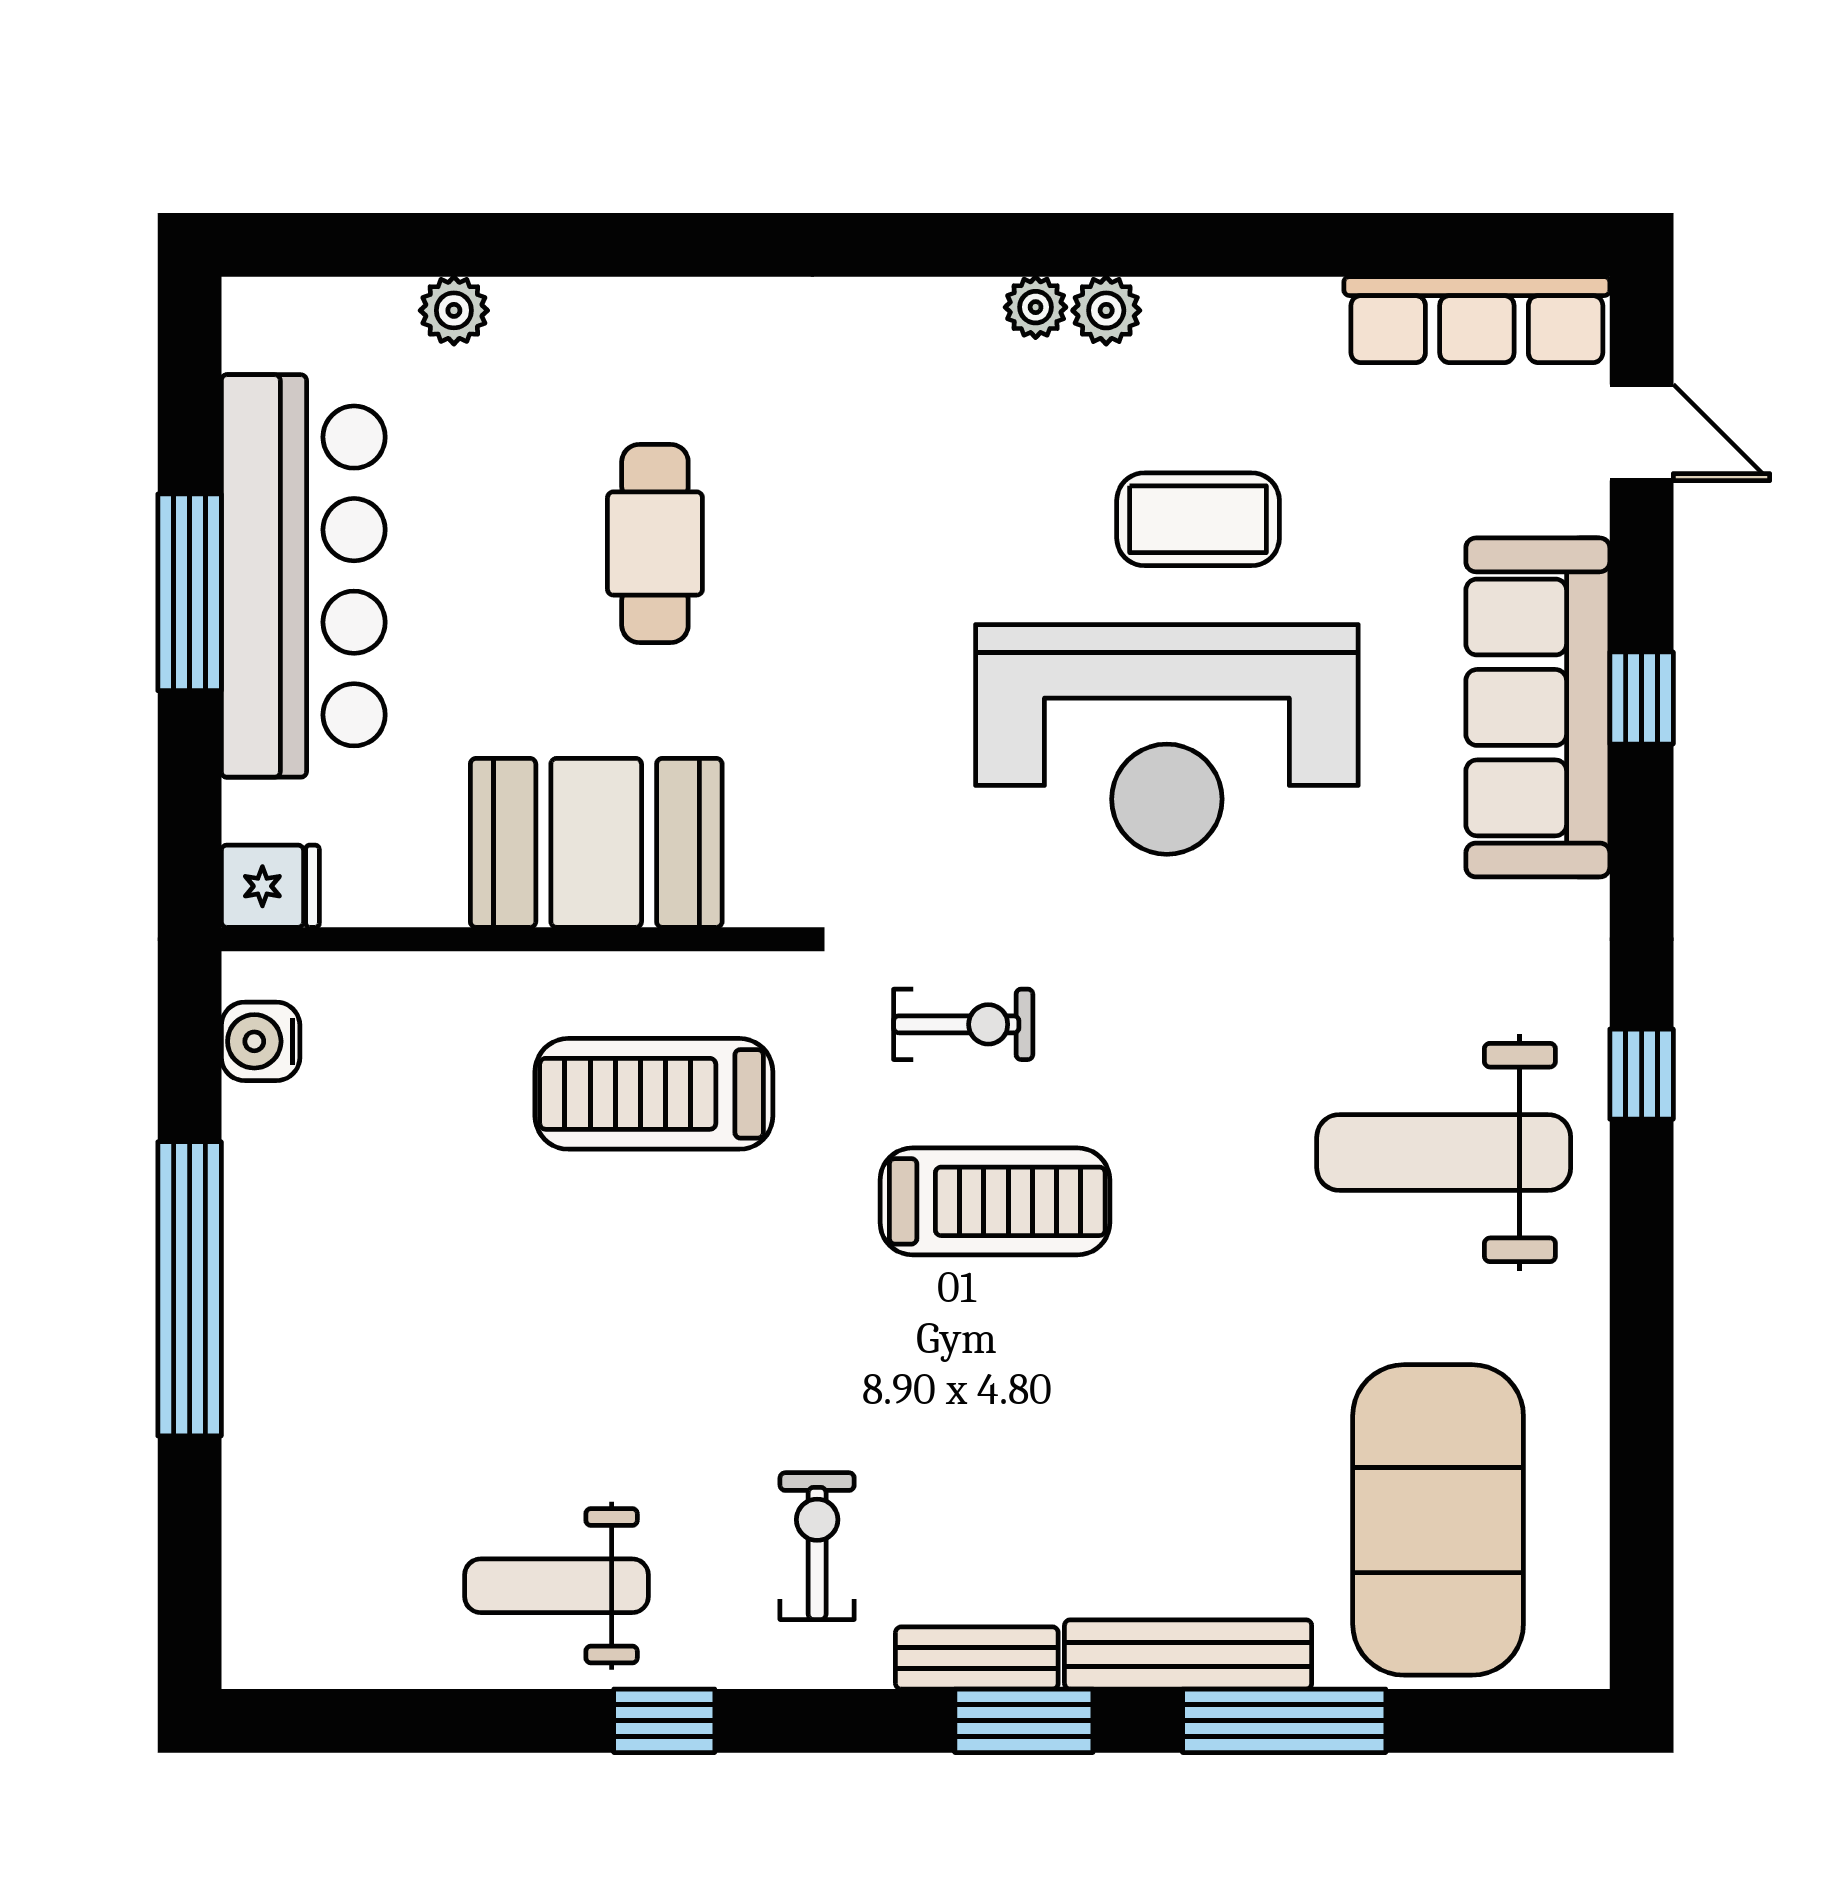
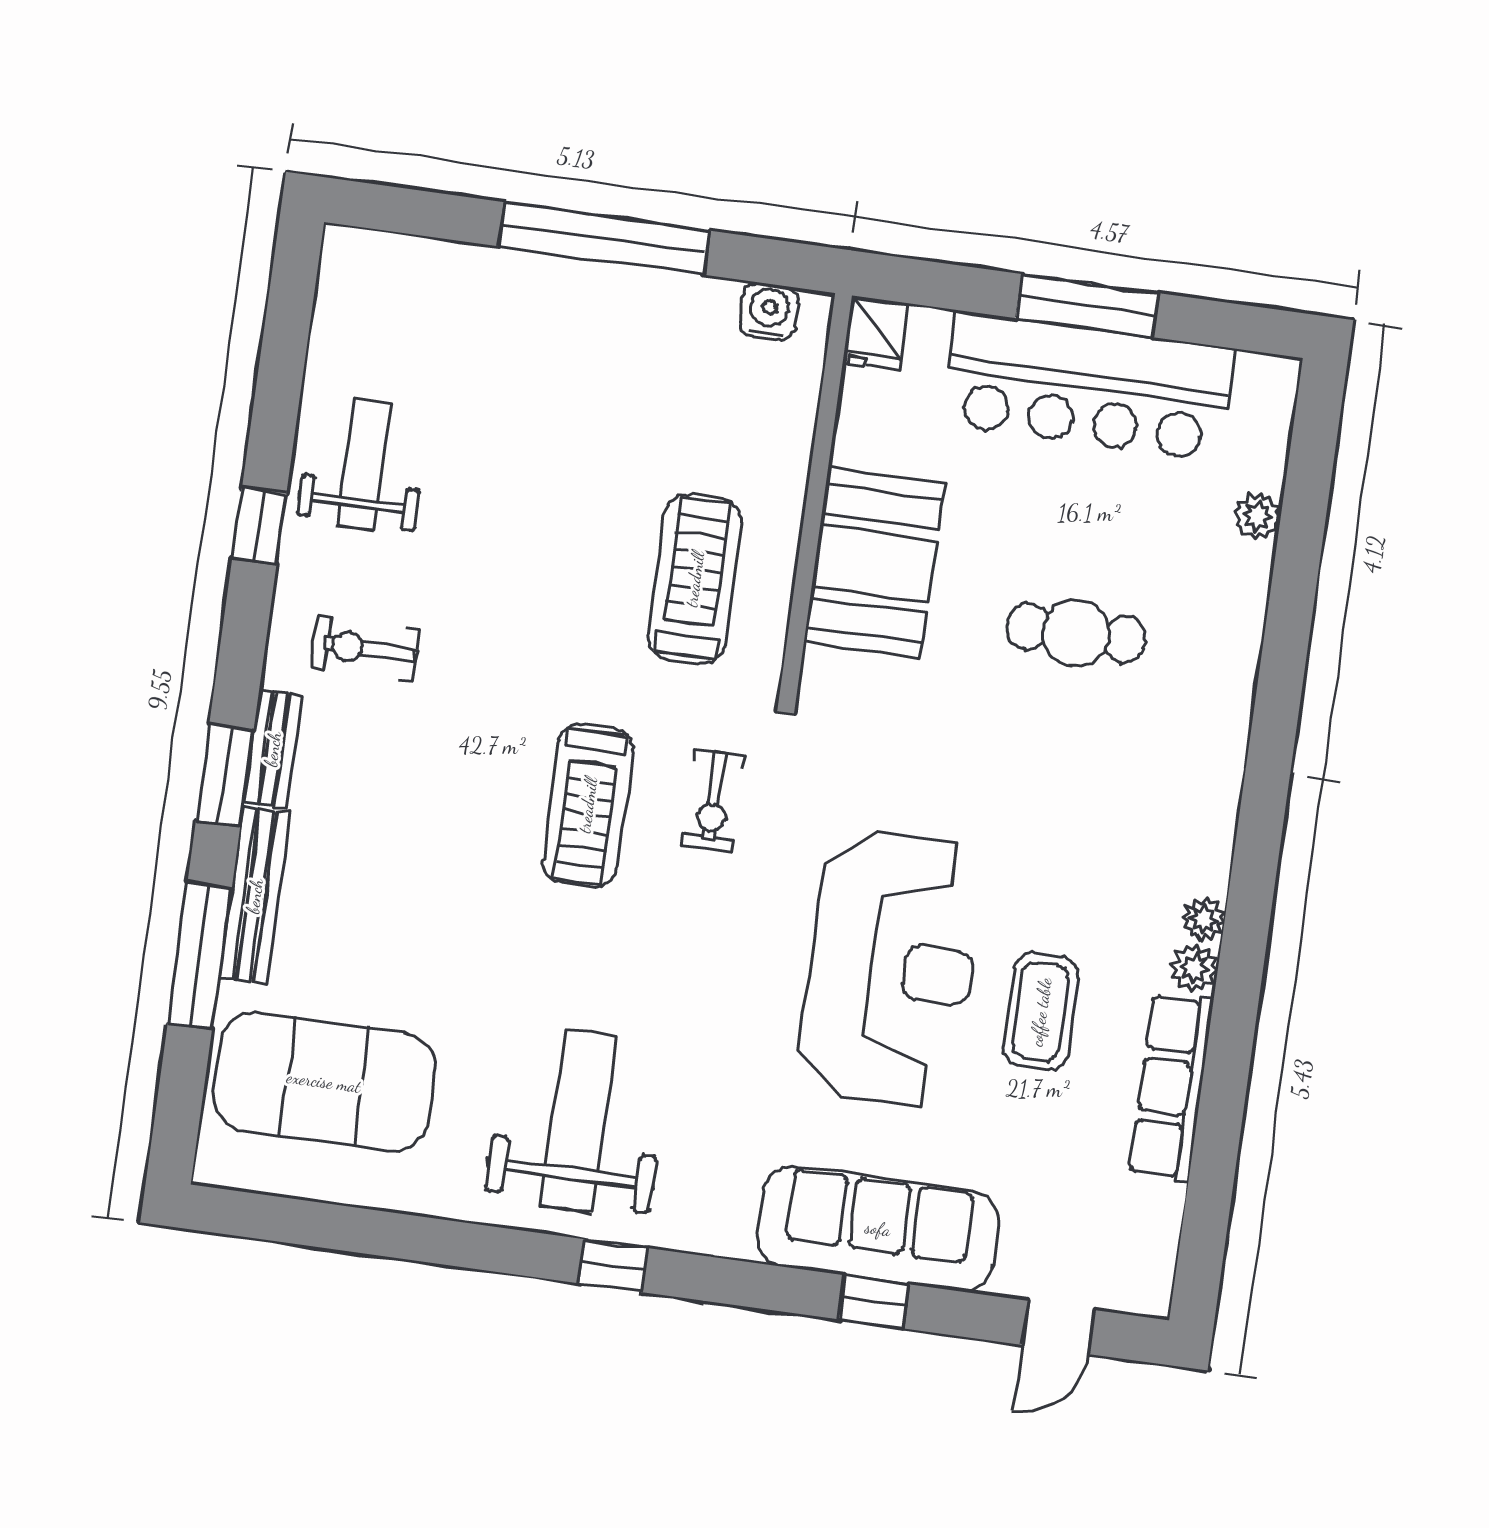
row of seats: (1477, 320) -> (1171, 1087), moved
reception desk: (1167, 739) -> (891, 969), turned 180
exercise bike: (817, 1546) -> (366, 649), turned 180

